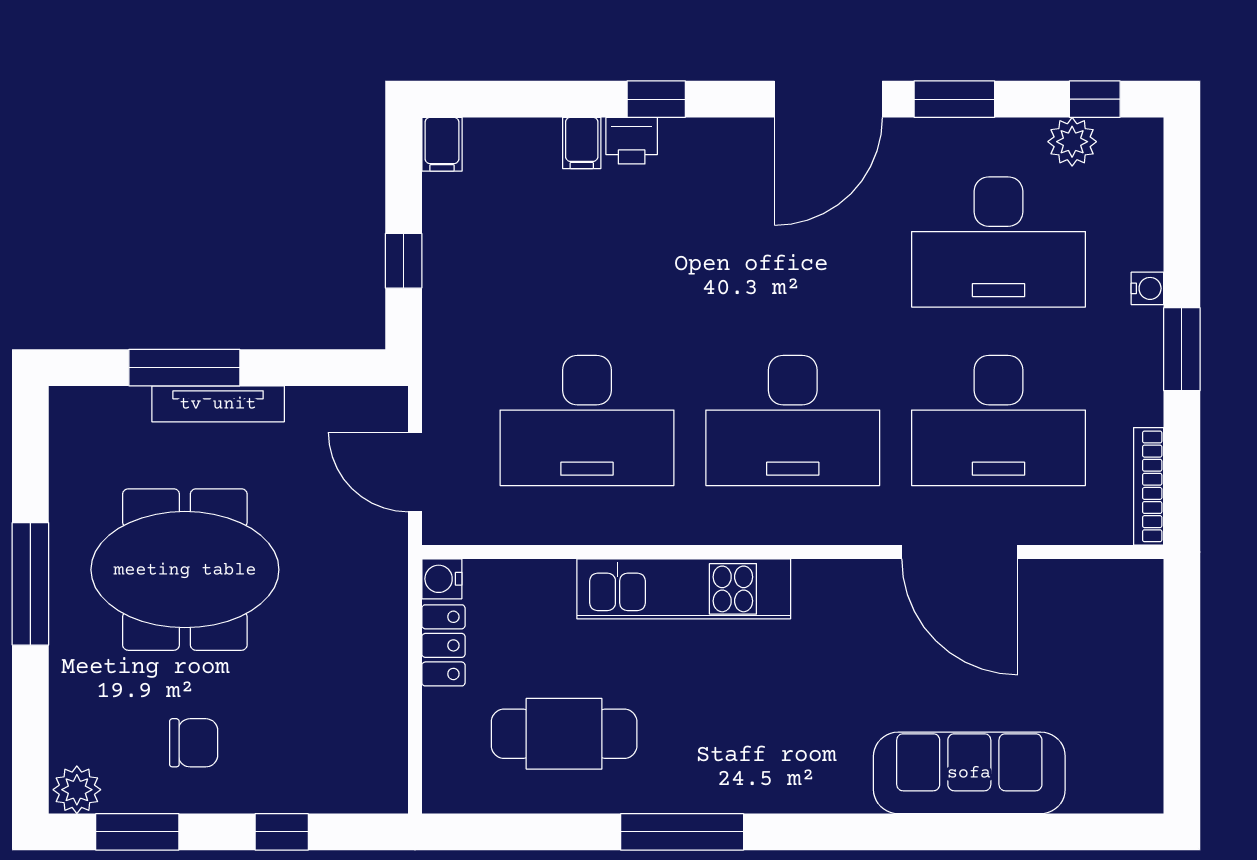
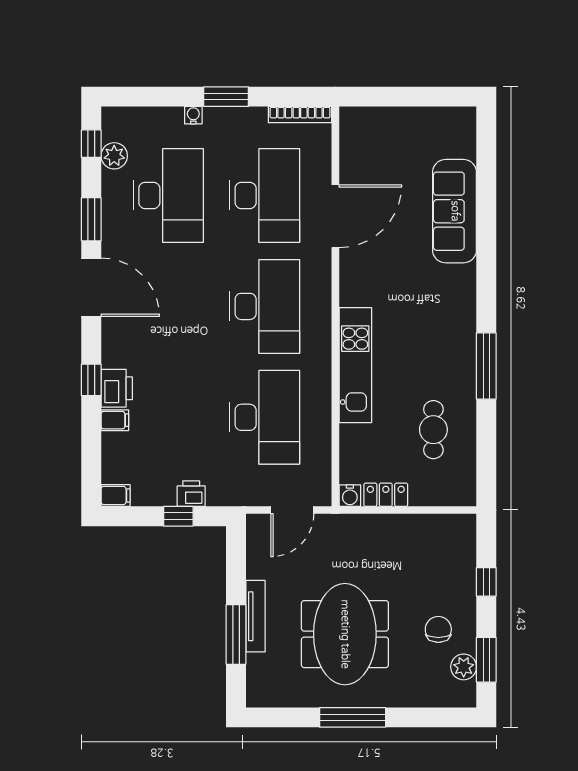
printer: (632, 141) -> (117, 388), width x1.36, depth x1.24
printer: (445, 284) -> (191, 494), added
cafe table: (564, 734) -> (433, 430), width x0.73, depth x0.74
plant: (77, 790) -> (464, 667), moved

